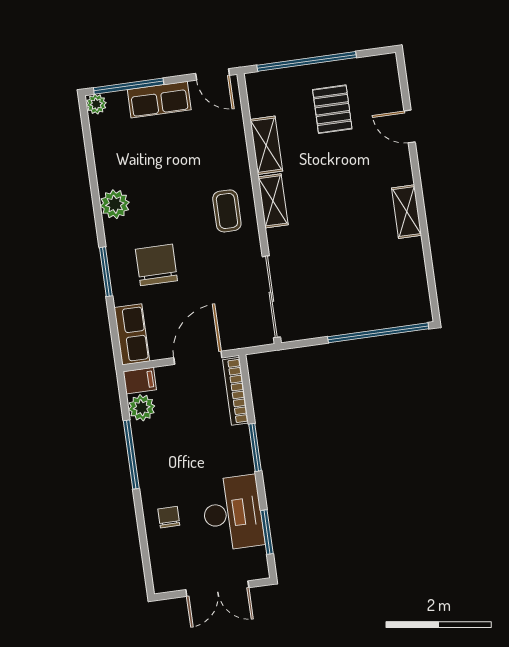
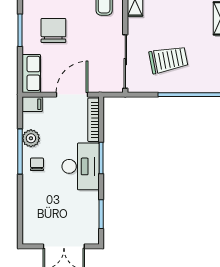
trolley: (336, 285) -> (168, 60), added
plant: (142, 408) -> (31, 138), moved
desk: (233, 513) -> (81, 166), moved
chair: (169, 517) -> (37, 164), moved

